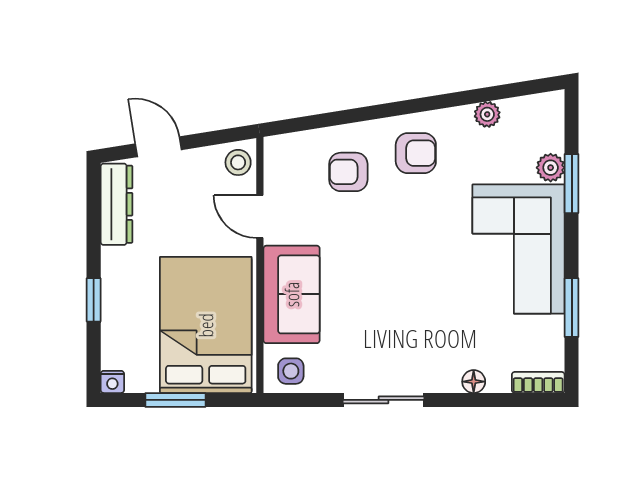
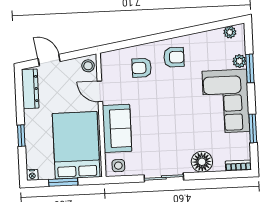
plant: (487, 114) -> (230, 32), moved
floor lamp: (474, 382) -> (202, 162), width x1.89, depth x1.89

